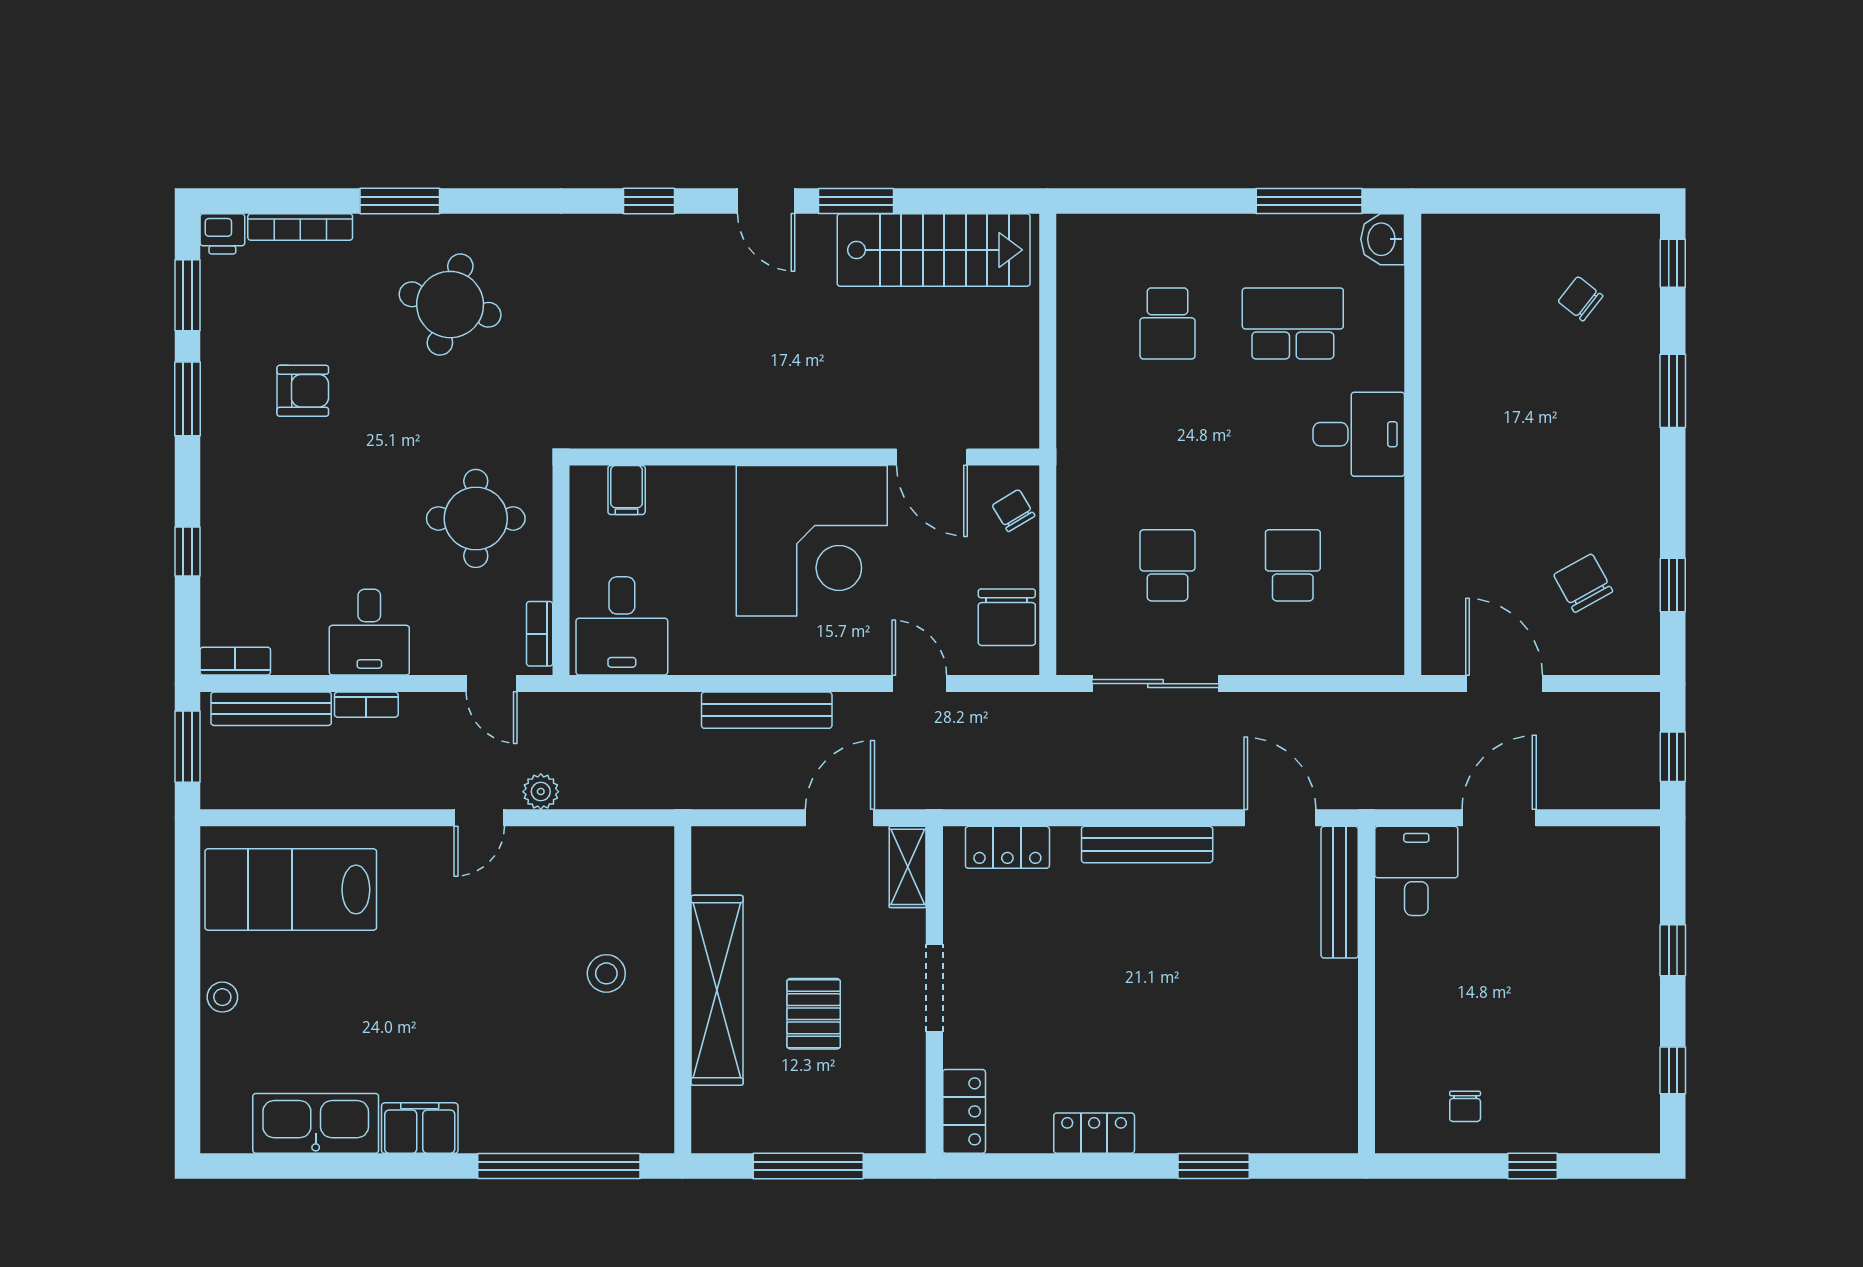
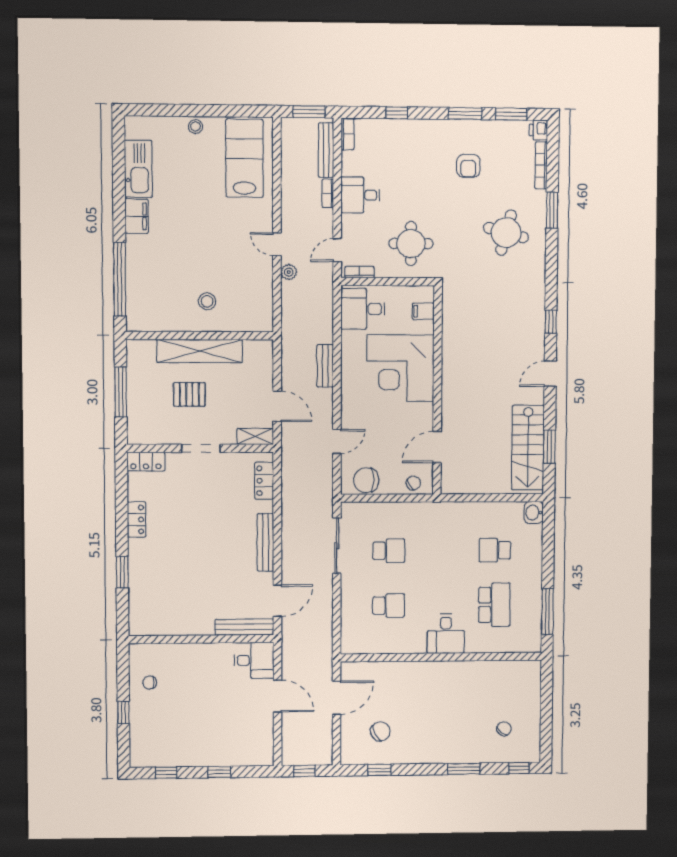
window: (856, 201) -> (549, 447), moved
washbasin: (1383, 239) -> (534, 513), moved, turned -90
corner desk: (812, 541) -> (400, 368), moved
bench: (767, 710) -> (325, 366), width x0.73

